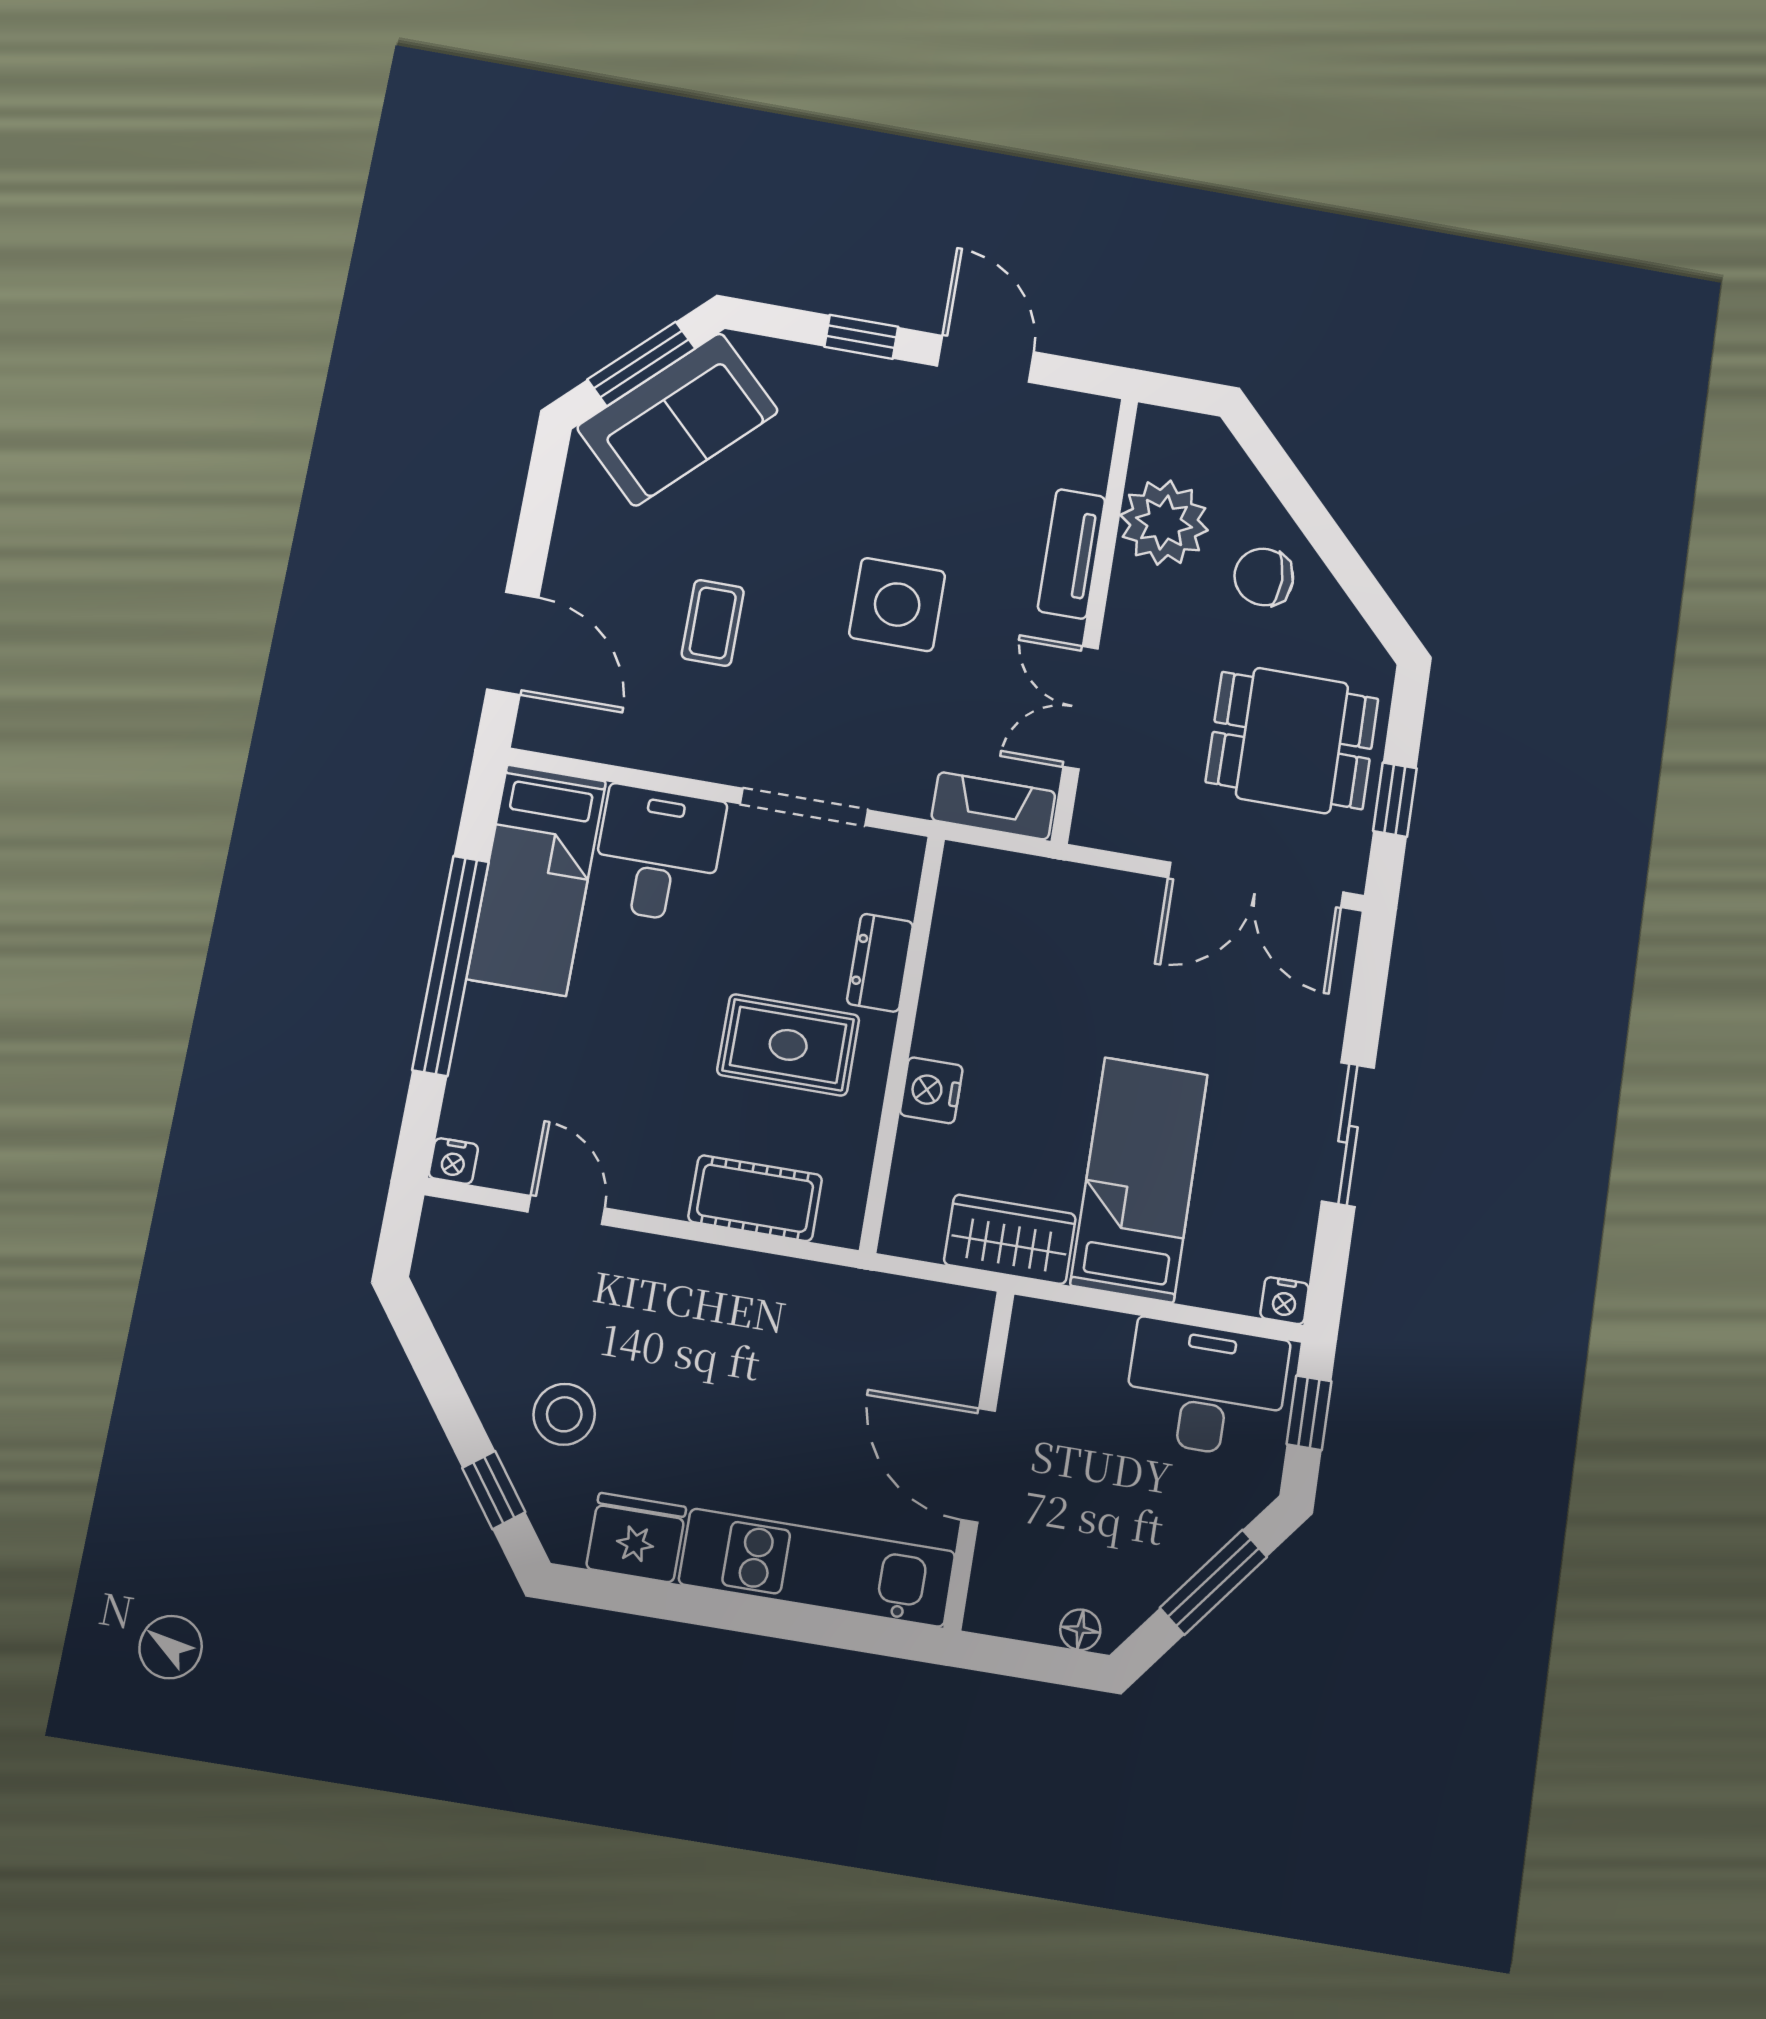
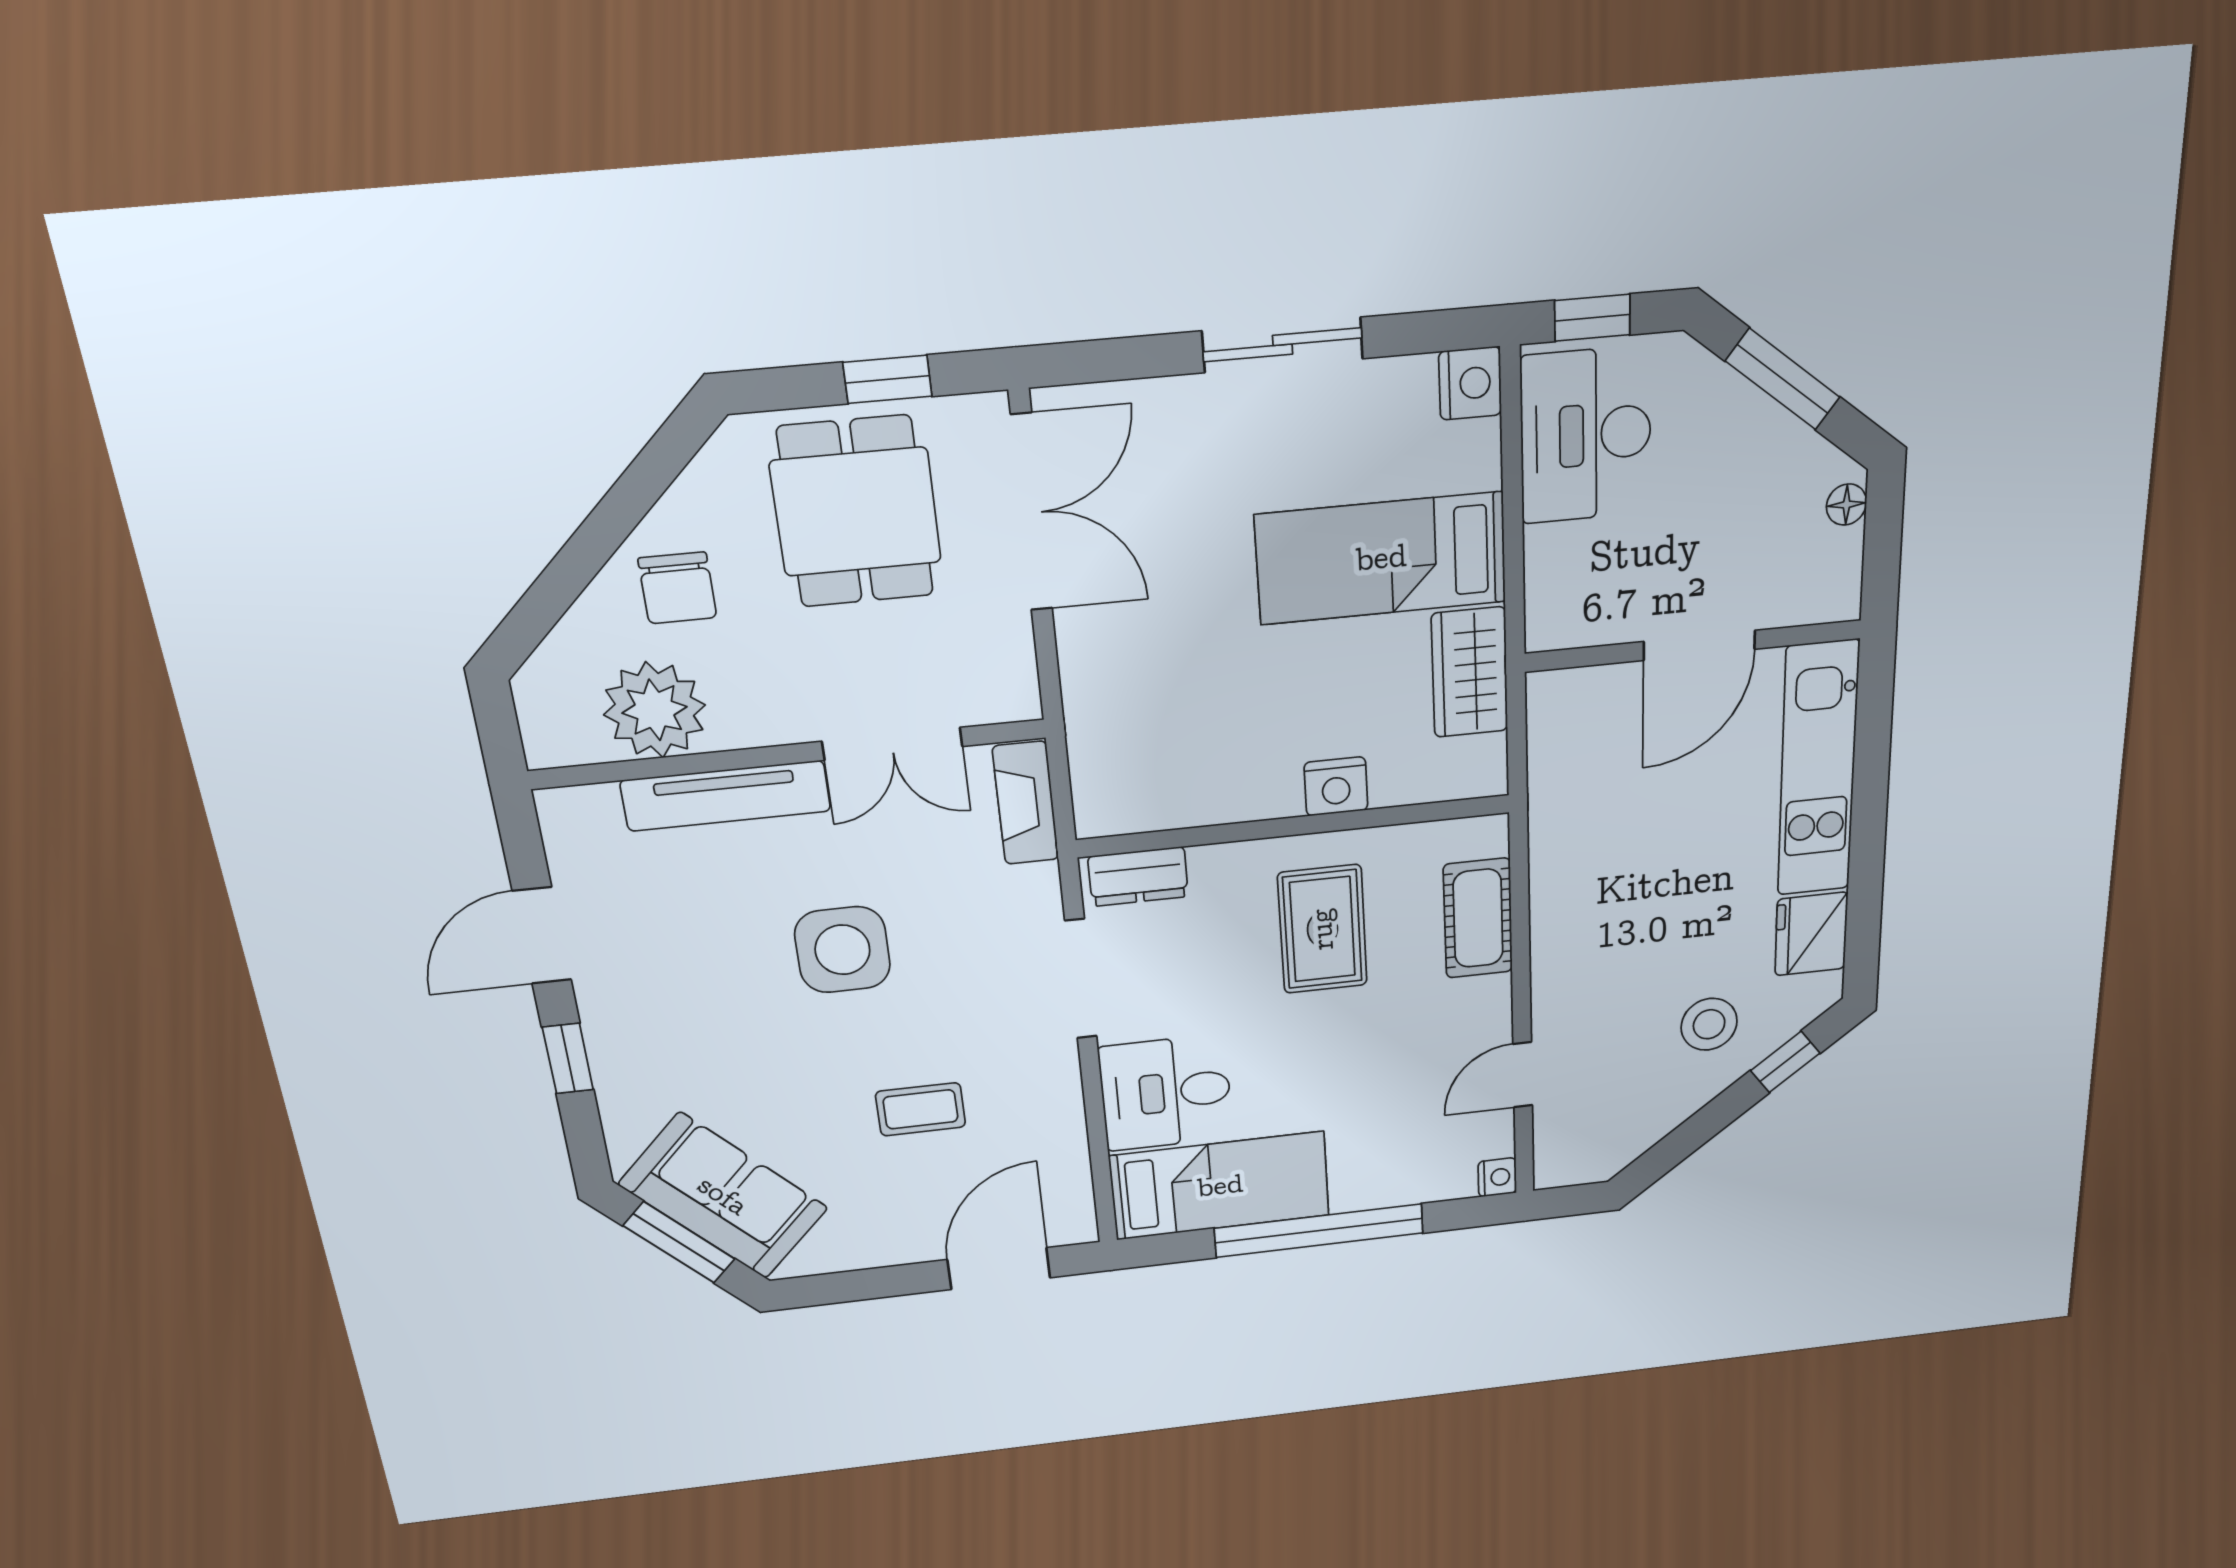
tv unit: (1071, 554) -> (726, 796), width x1.41
dresser: (880, 963) -> (1138, 877), moved
nightstand: (1284, 1301) -> (1470, 383), width x1.39, depth x1.35

